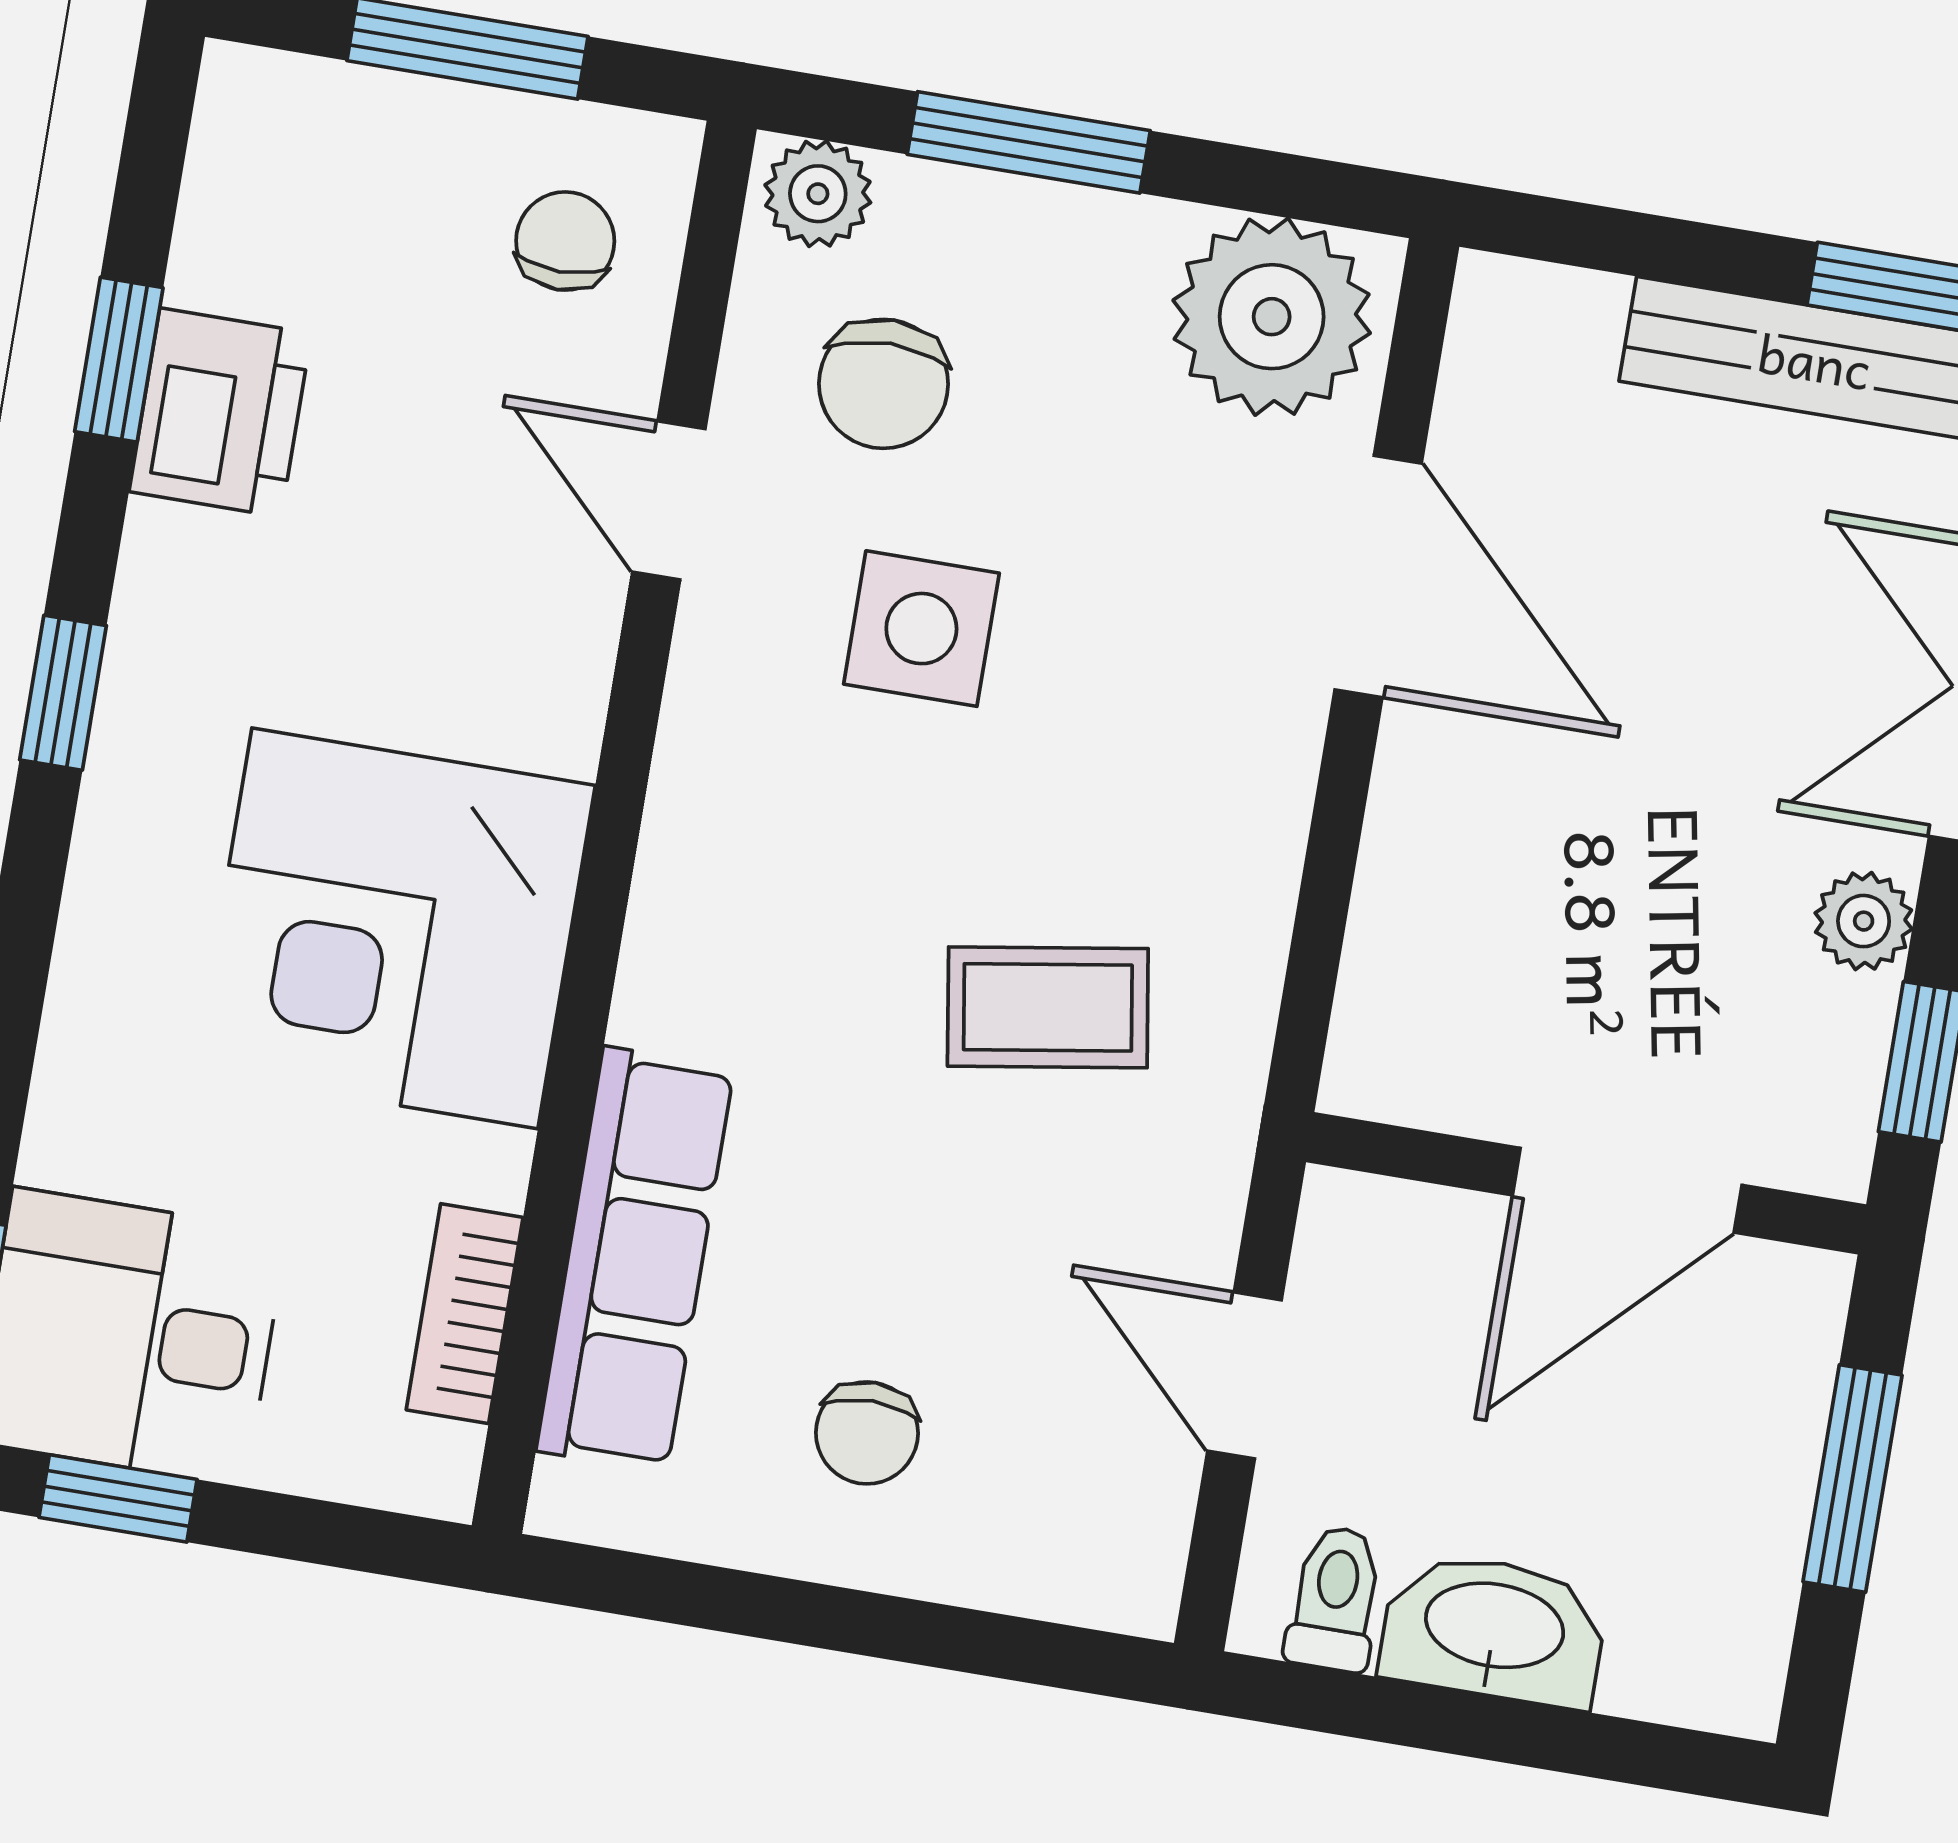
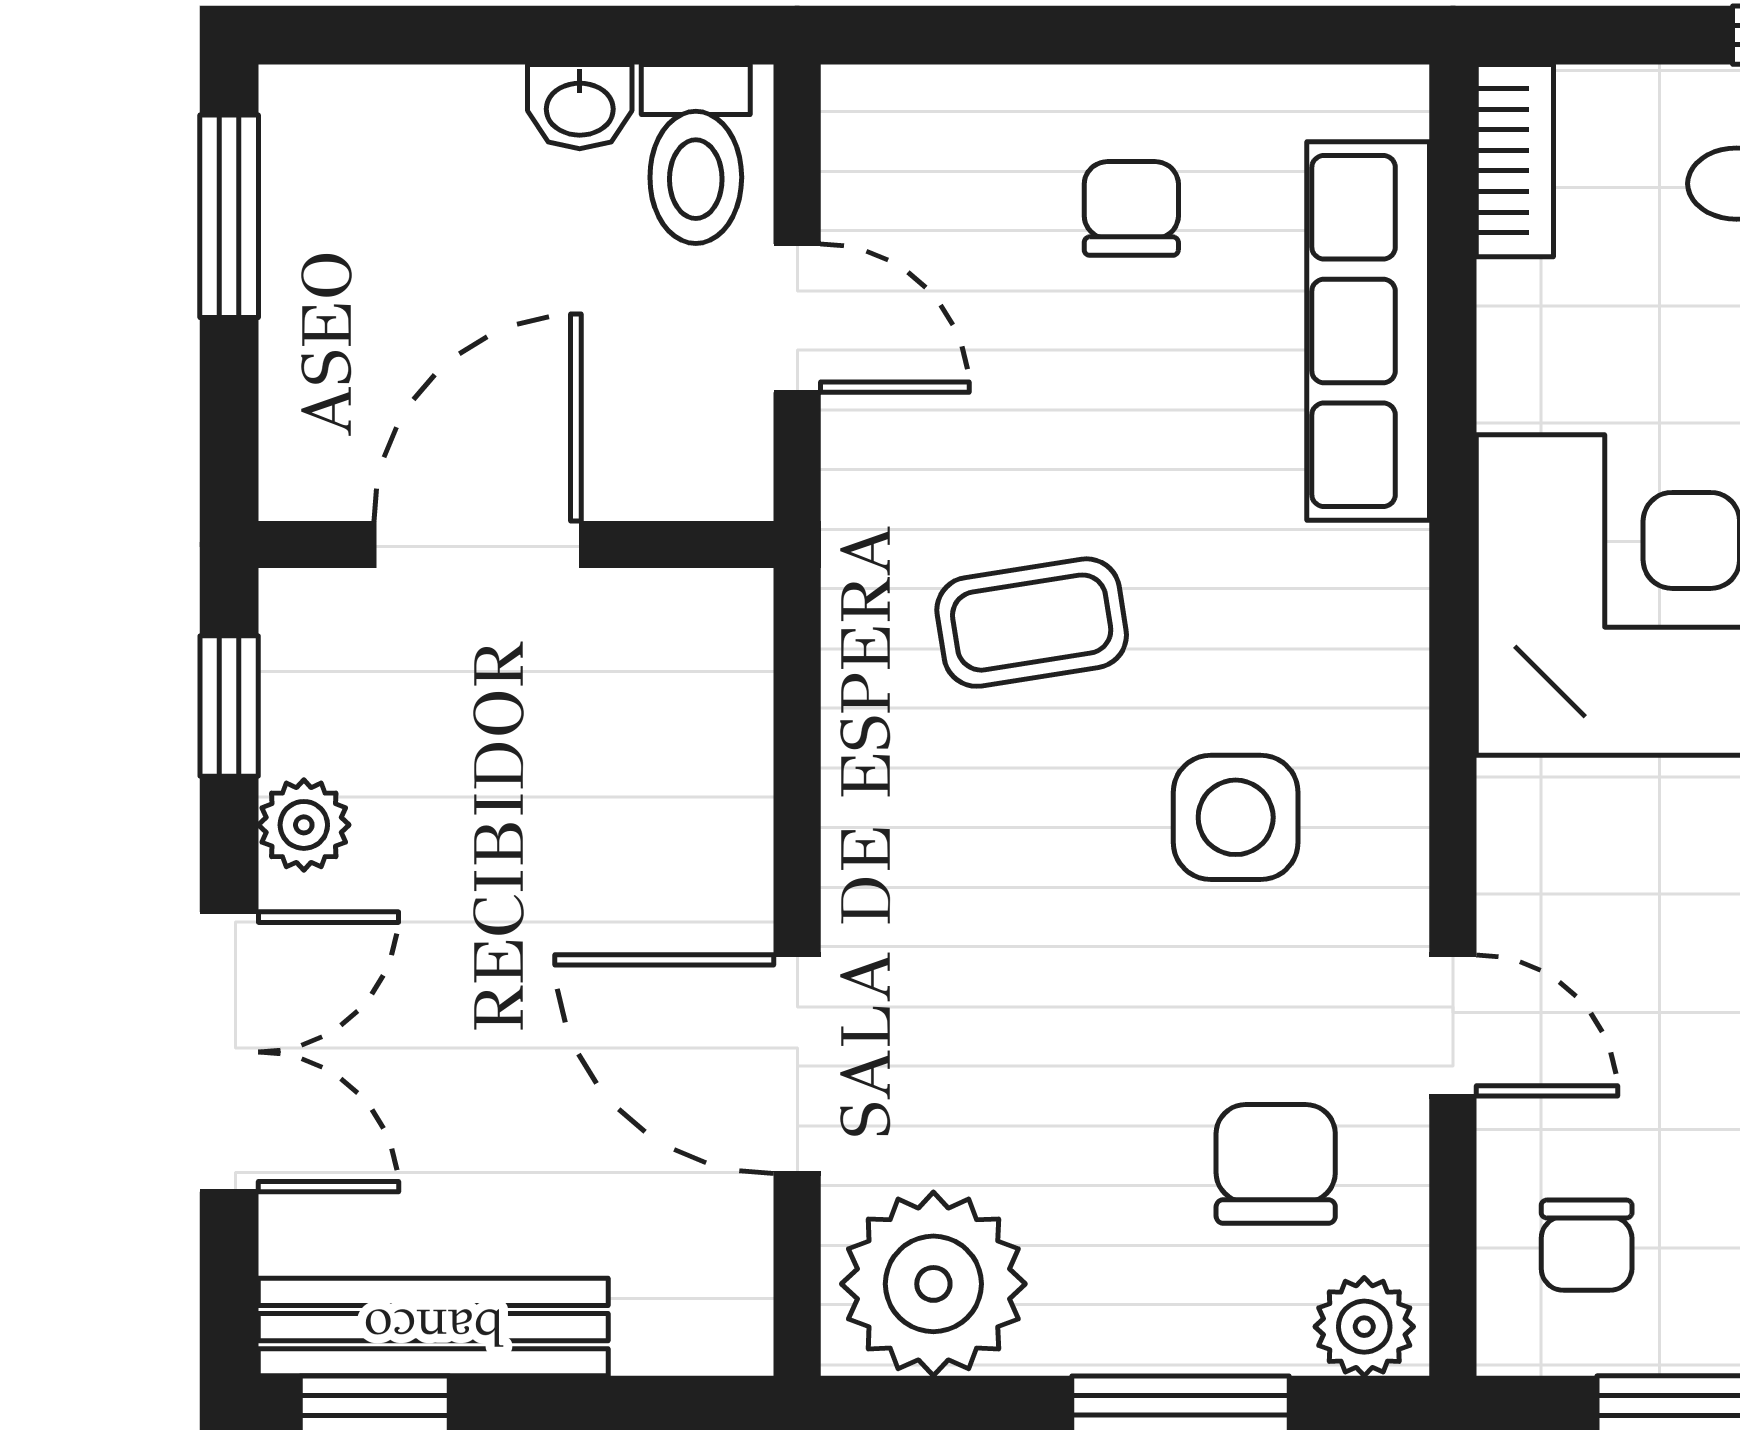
side table: (921, 629) -> (1236, 817), moved
bookcase: (465, 1314) -> (1515, 161), moved
window: (1853, 1478) -> (229, 216), moved
toilet: (1335, 1599) -> (696, 154), width x1.37, depth x1.39
washbasin: (1494, 1629) -> (580, 107), width x0.52, depth x0.69

